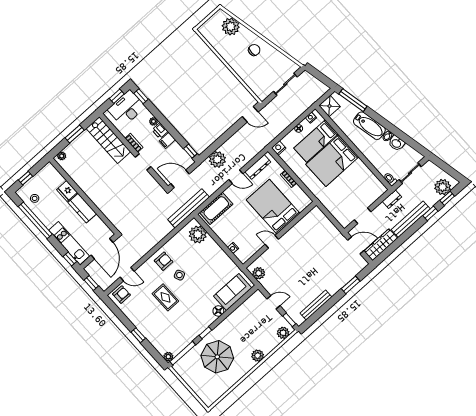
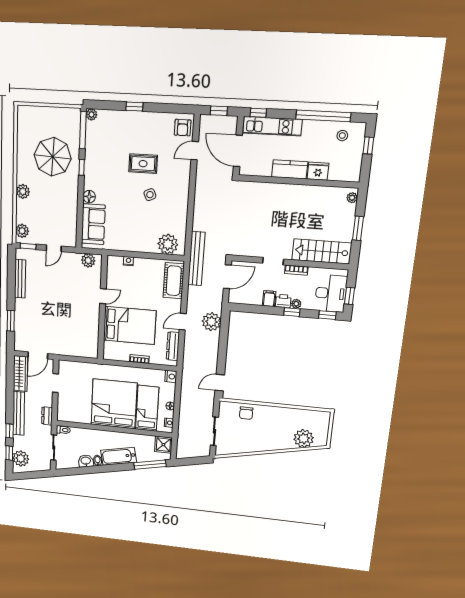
chair: (254, 50) -> (246, 413), moved
window: (190, 151) -> (292, 312), moved
bed: (332, 161) -> (114, 404), width x1.36
armchair: (164, 261) -> (174, 193), removed

